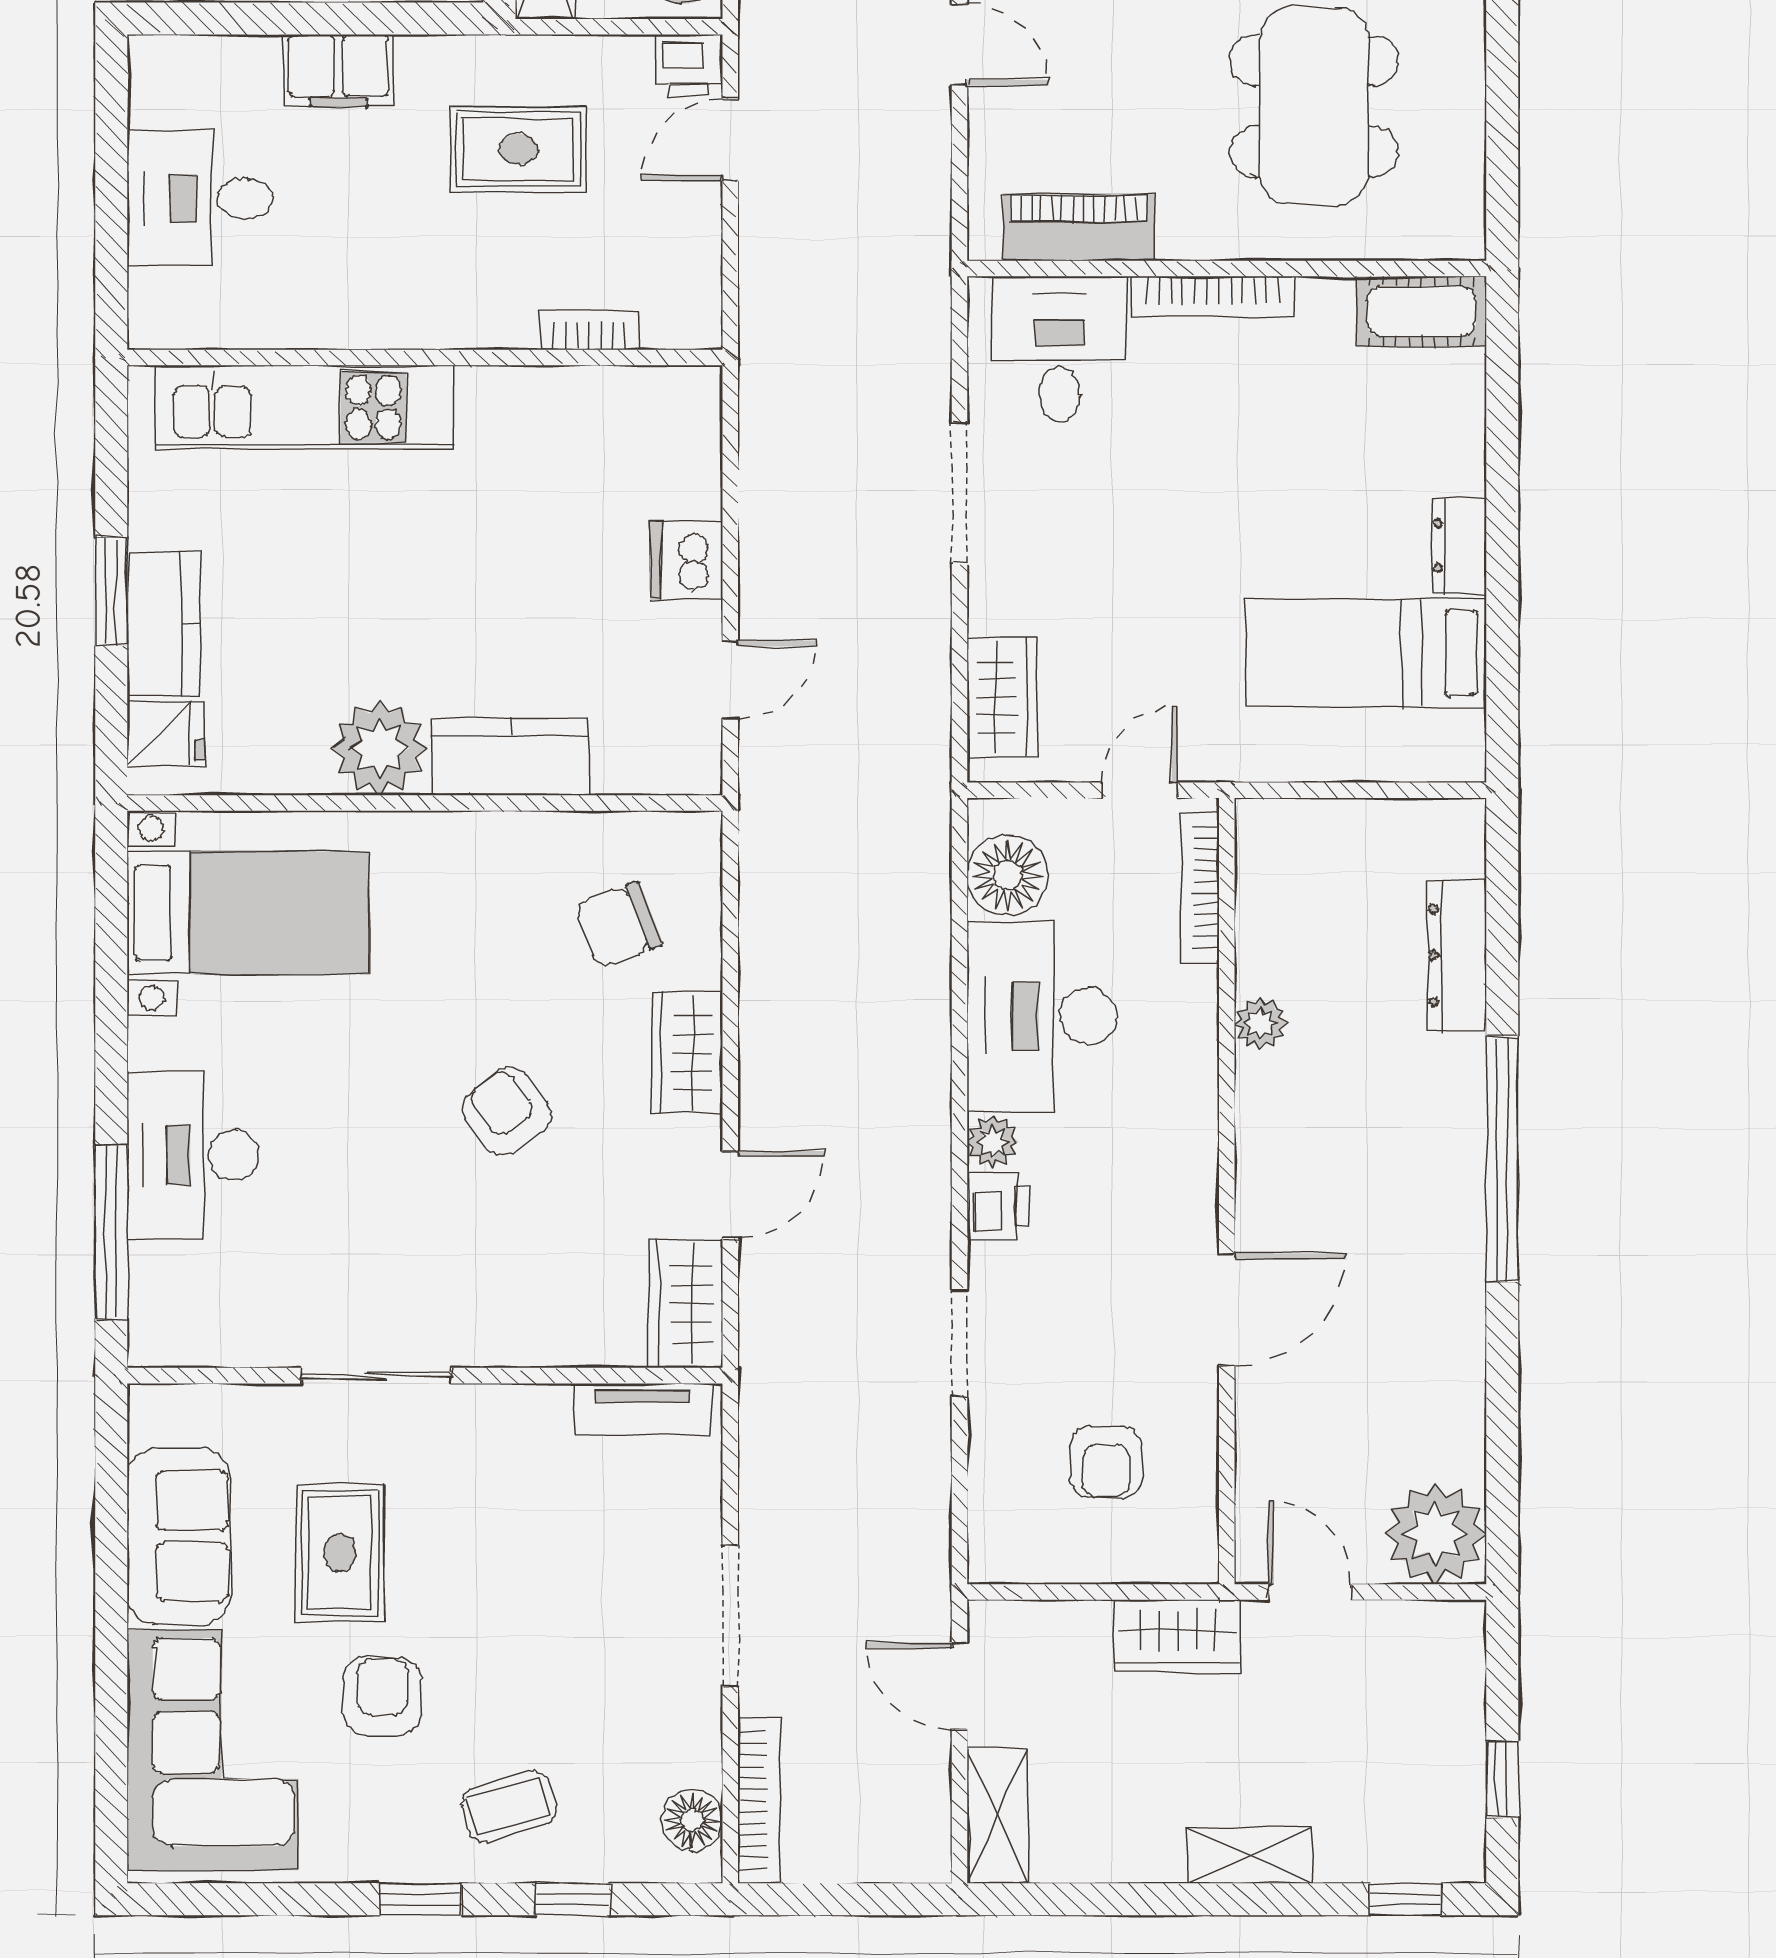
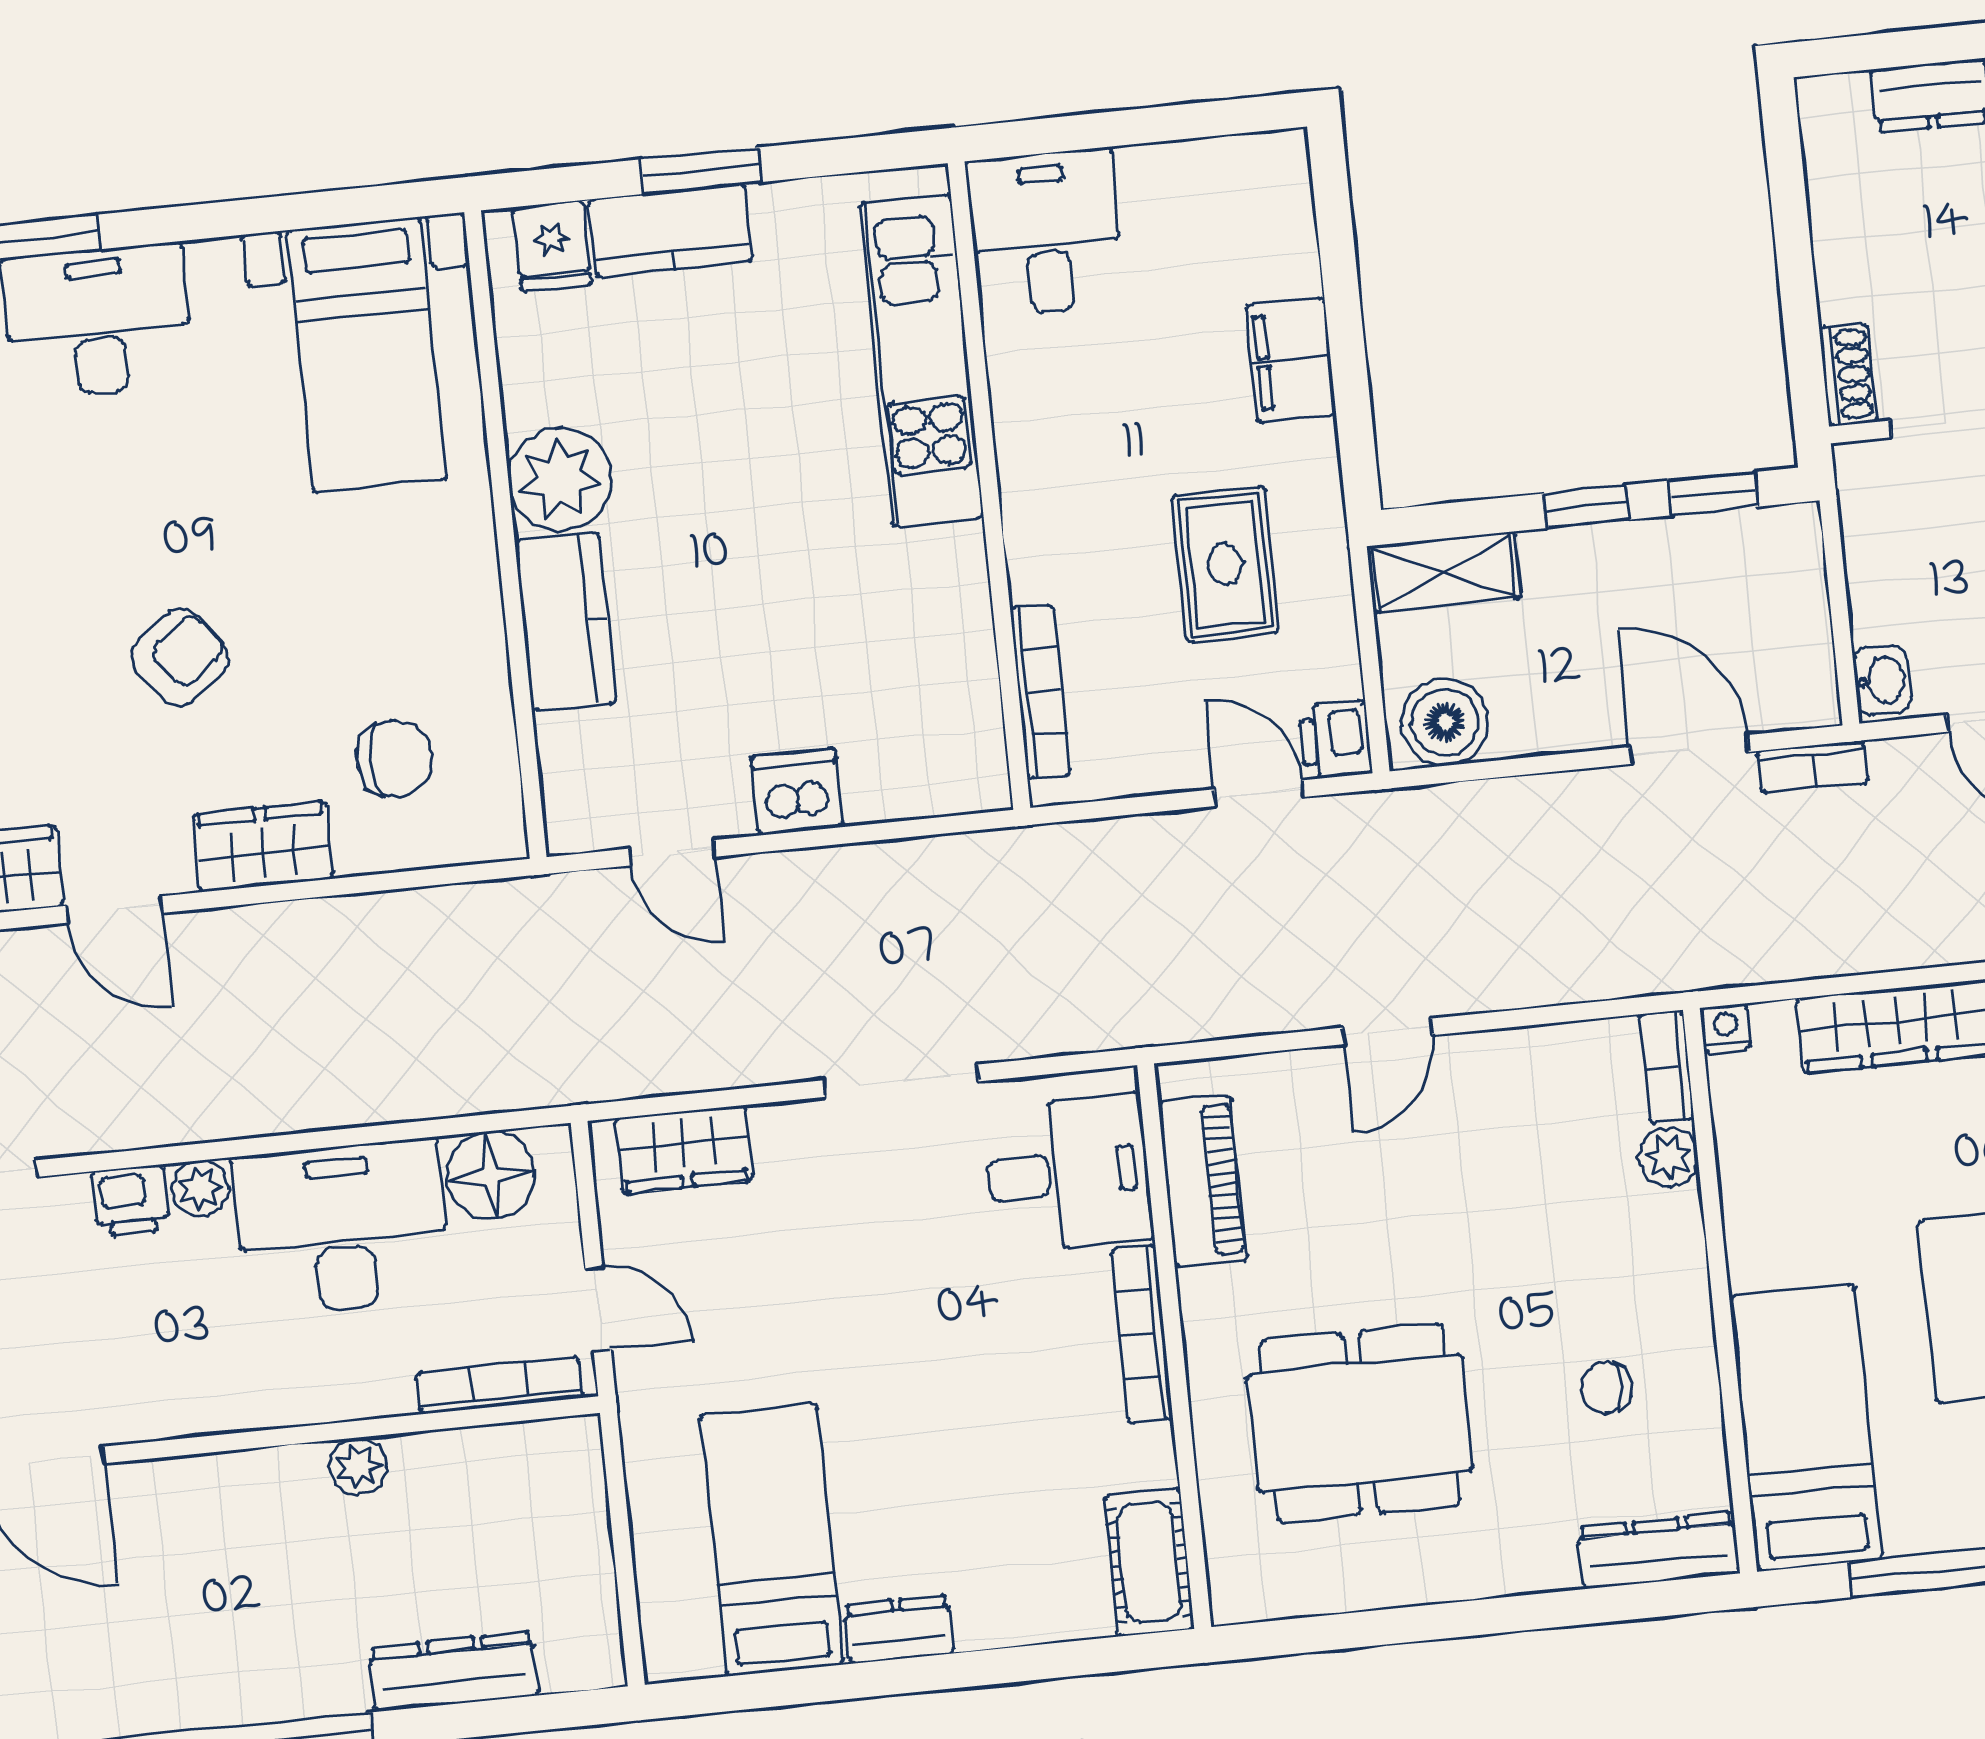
desk: (200, 198) -> (1046, 233), moved
bookcase: (589, 330) -> (1040, 692), width x1.56
chair: (618, 925) -> (394, 758), turned 111

